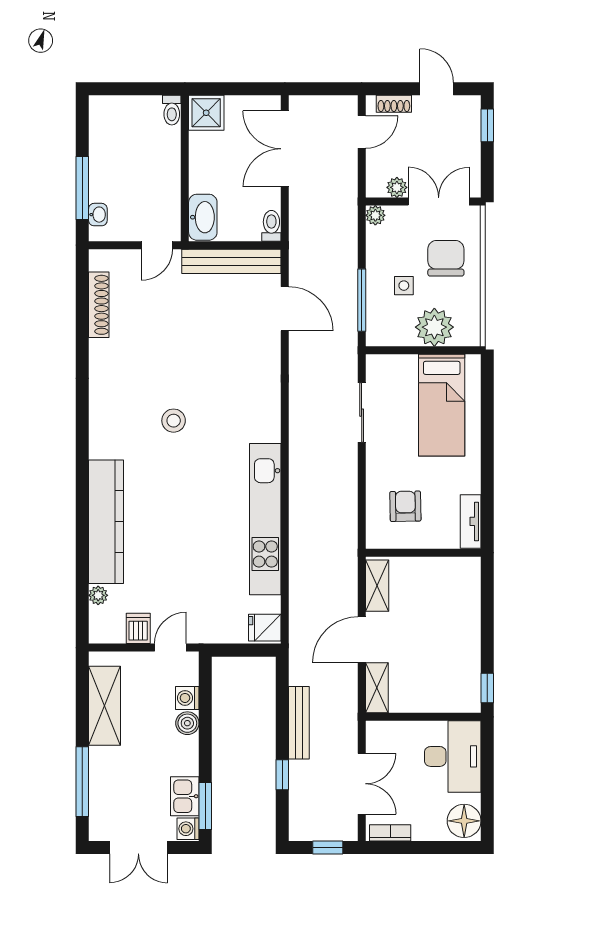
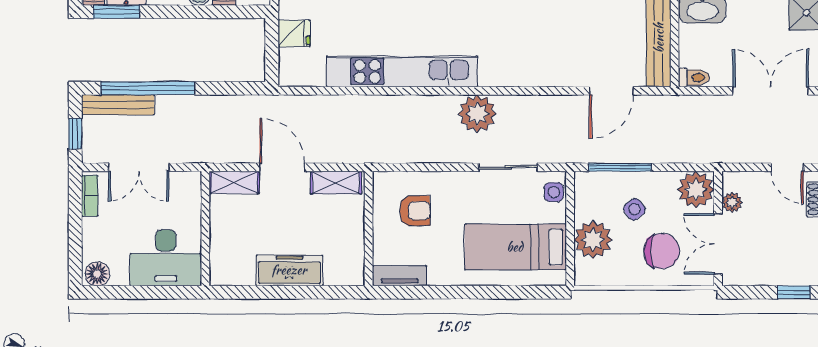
double door: (439, 202) -> (718, 244), swing flipped
plant: (375, 215) -> (696, 190), width x1.88, depth x1.88
side table: (404, 286) -> (634, 209), turned -38
side table: (387, 367) -> (554, 192), added
plant: (308, 443) -> (477, 114), added
fridge: (265, 628) -> (294, 33), moved, turned 90
freezer: (465, 632) -> (289, 270), added
window: (487, 688) -> (234, 292), removed
bench: (299, 723) -> (118, 105), moved
window: (282, 775) -> (148, 88), width x3.17
floor lamp: (464, 821) -> (97, 274), width x0.73, depth x0.73

